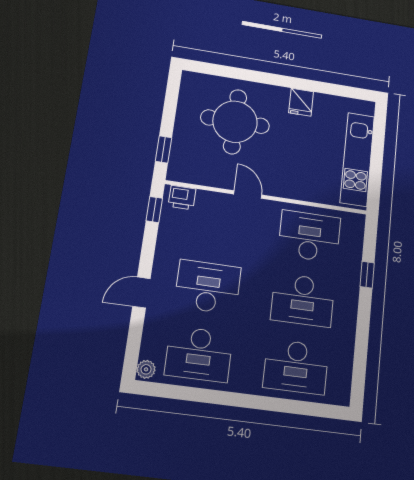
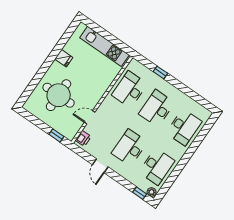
door: (248, 195) -> (90, 117), moved
window: (154, 210) -> (140, 193), moved
door: (141, 293) -> (100, 166), moved
desk: (303, 300) -> (157, 108), turned 180

